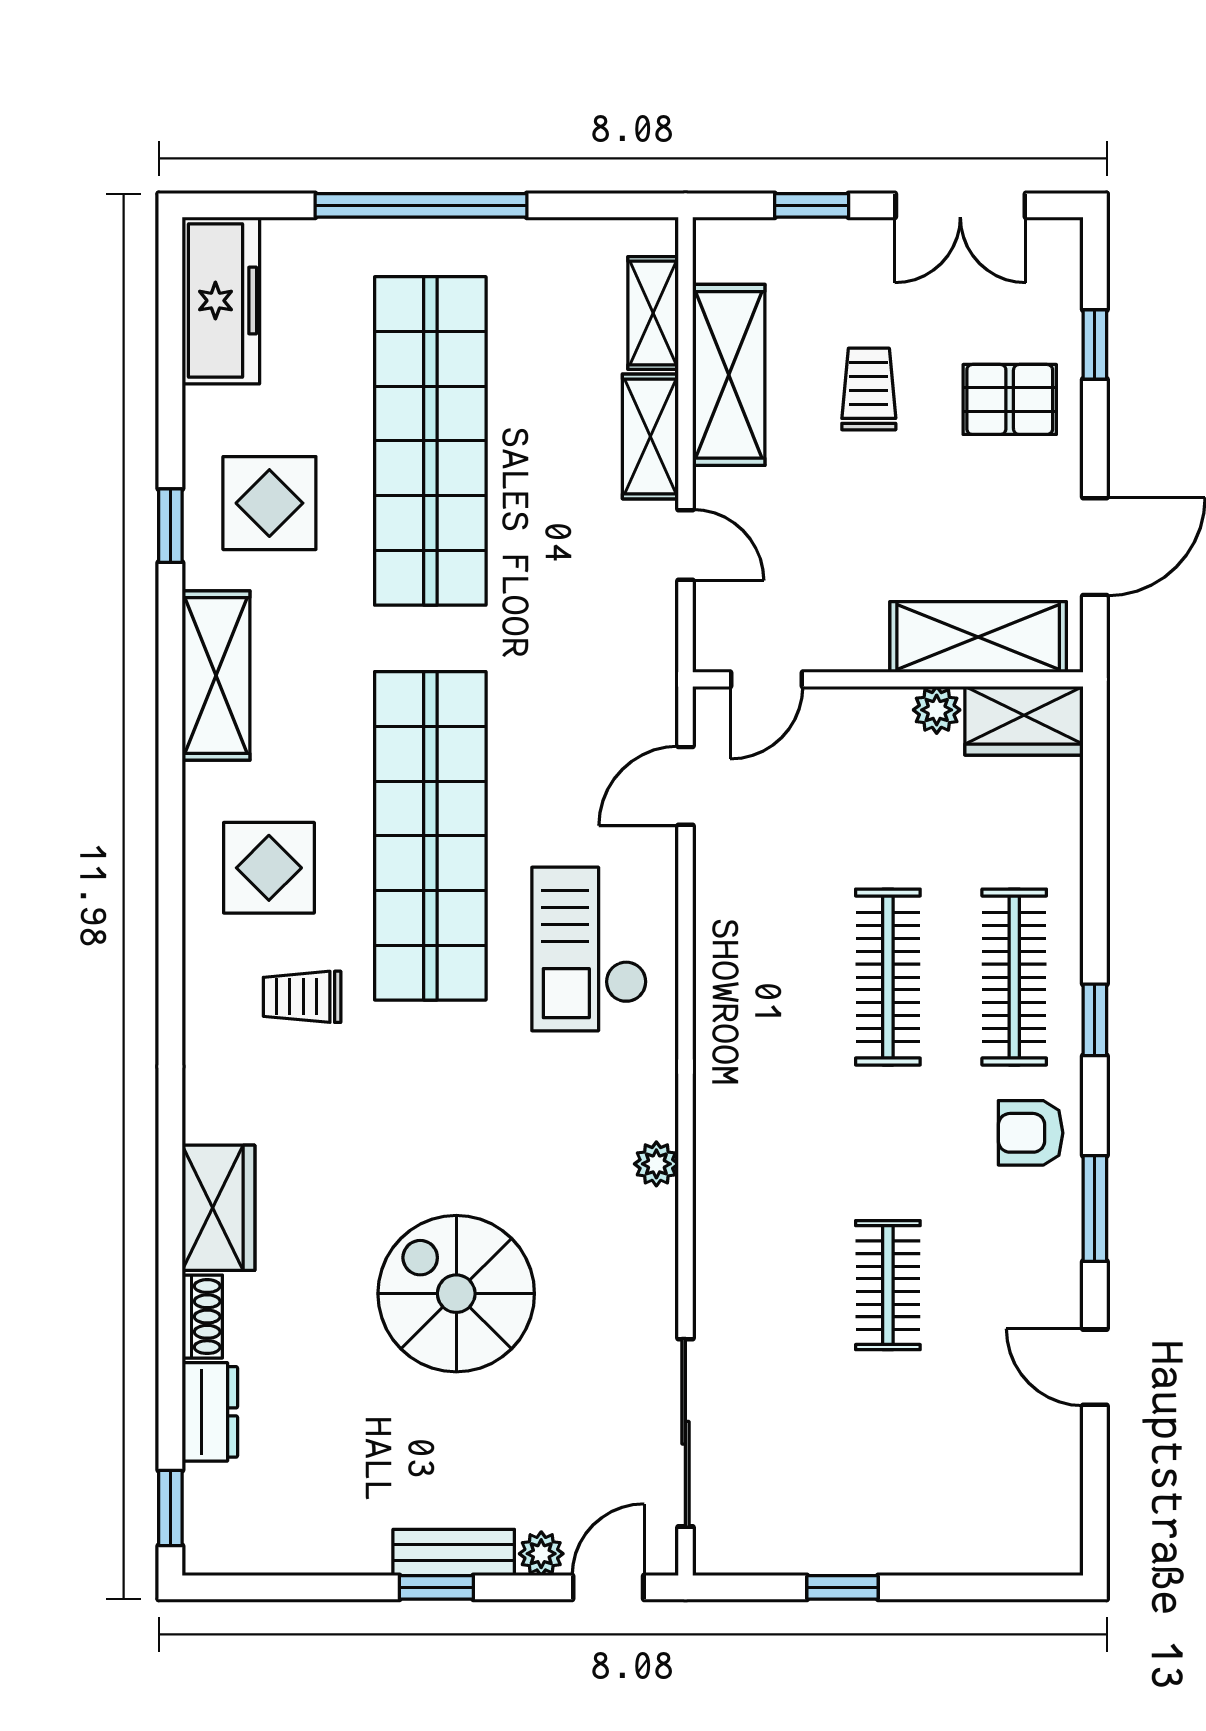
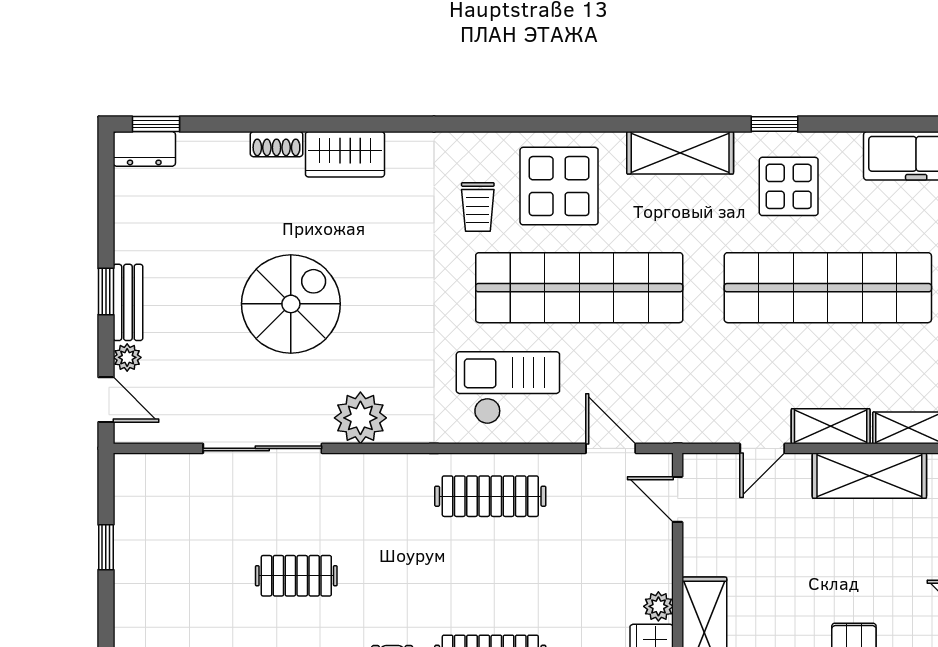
trolley: (869, 389) -> (860, 564), removed
display table: (269, 868) -> (559, 186), width x1.36, depth x1.36
clothes rail: (888, 977) -> (490, 496), moved
trolley: (302, 997) -> (478, 207), turned 180
plant: (656, 1164) -> (360, 418), width x1.88, depth x1.88
dresser: (210, 1412) -> (144, 149), moved
sliding door: (685, 1433) -> (262, 448), moved

